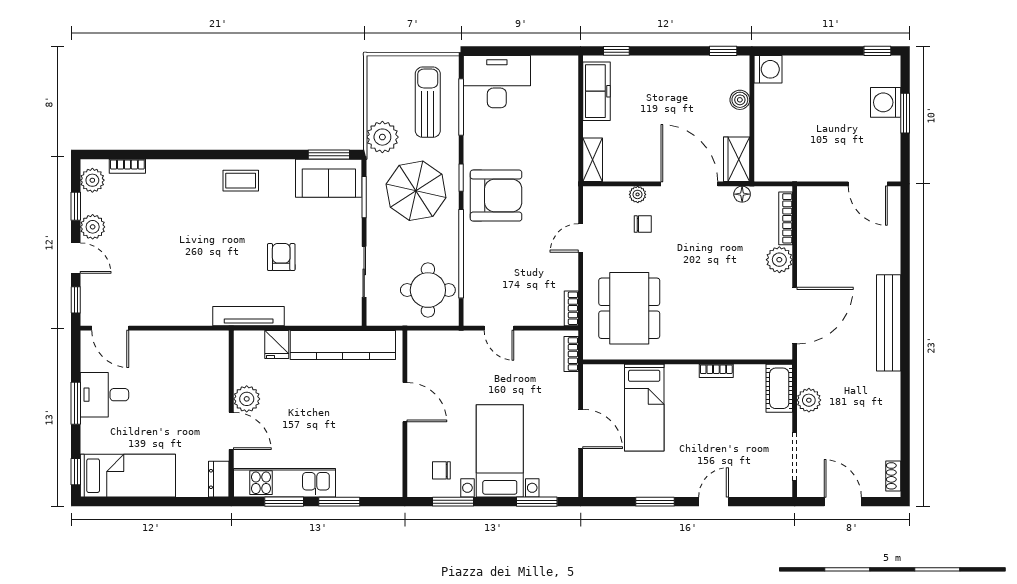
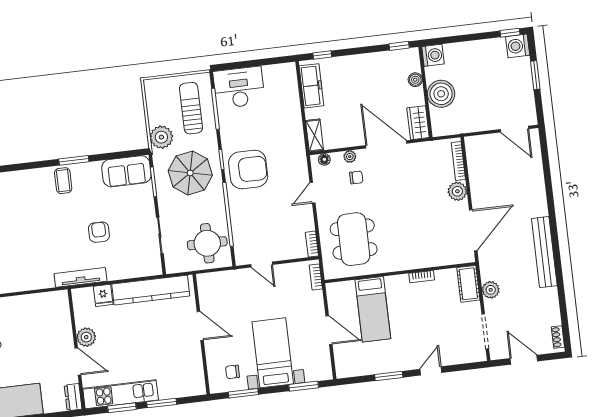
washing machine: (886, 102) -> (518, 46), moved
boiler: (773, 123) -> (441, 94), added
window: (329, 154) -> (74, 160), moved
coffee table: (241, 181) -> (63, 181), turned 90
floor lamp: (742, 194) -> (324, 159), moved
bench: (889, 323) -> (544, 252), moved

